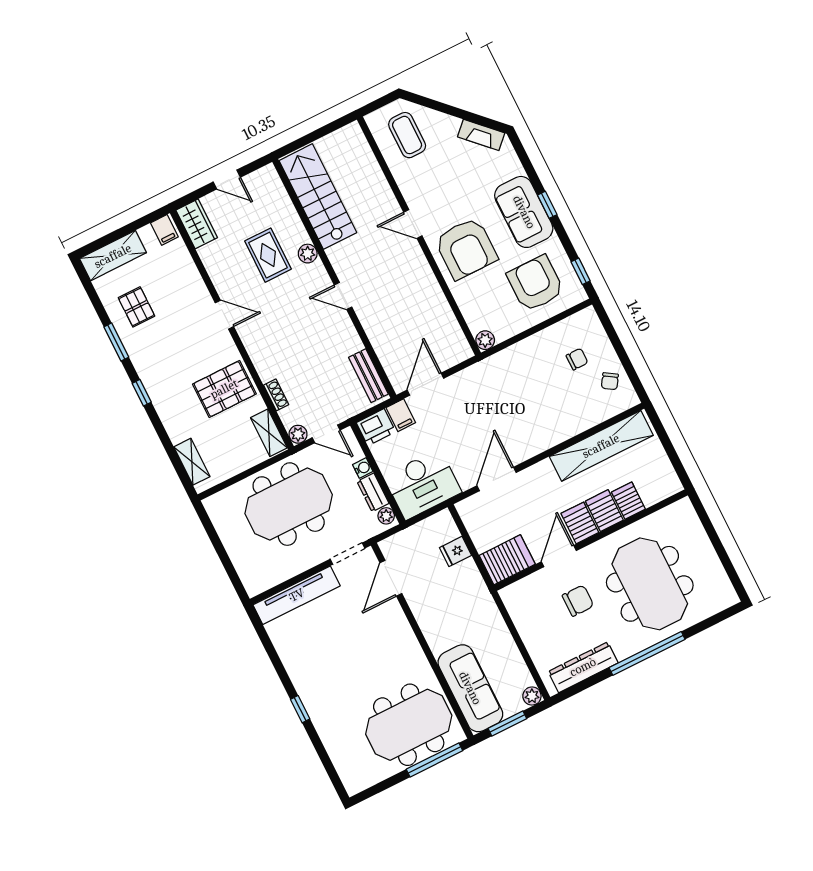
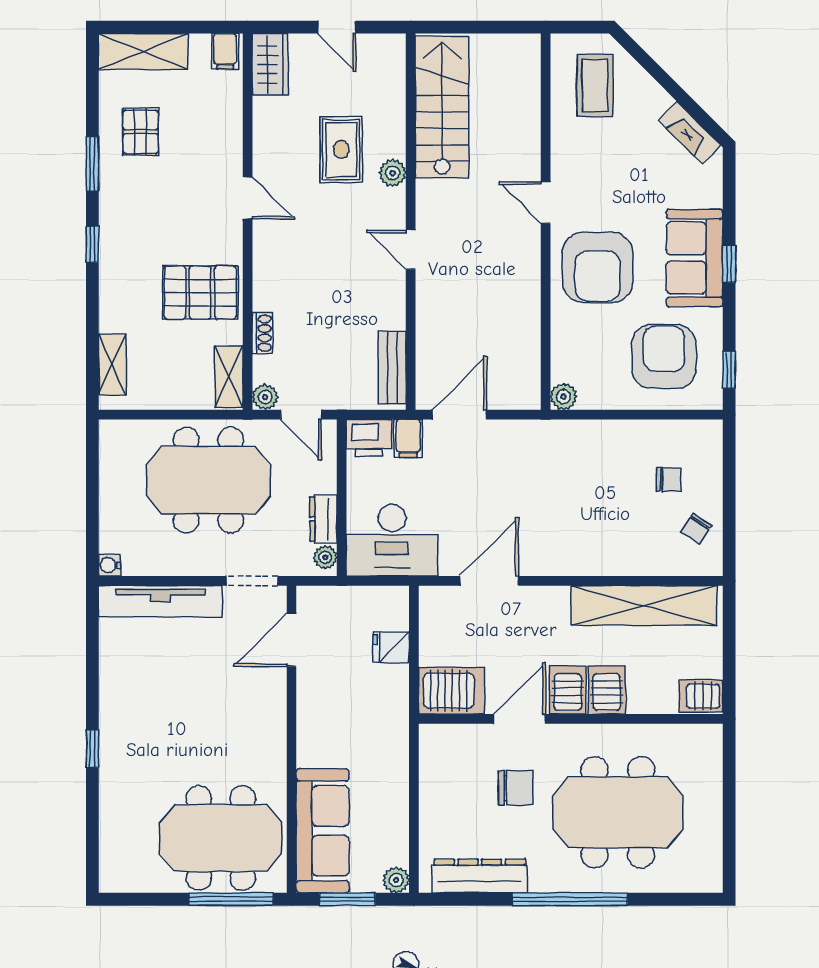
water cooler: (363, 468) -> (110, 565), moved, turned 180
server rack: (628, 501) -> (701, 696), moved, turned -90
meeting table: (650, 584) -> (618, 812), turned 90

